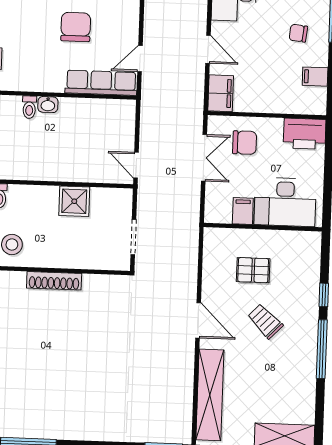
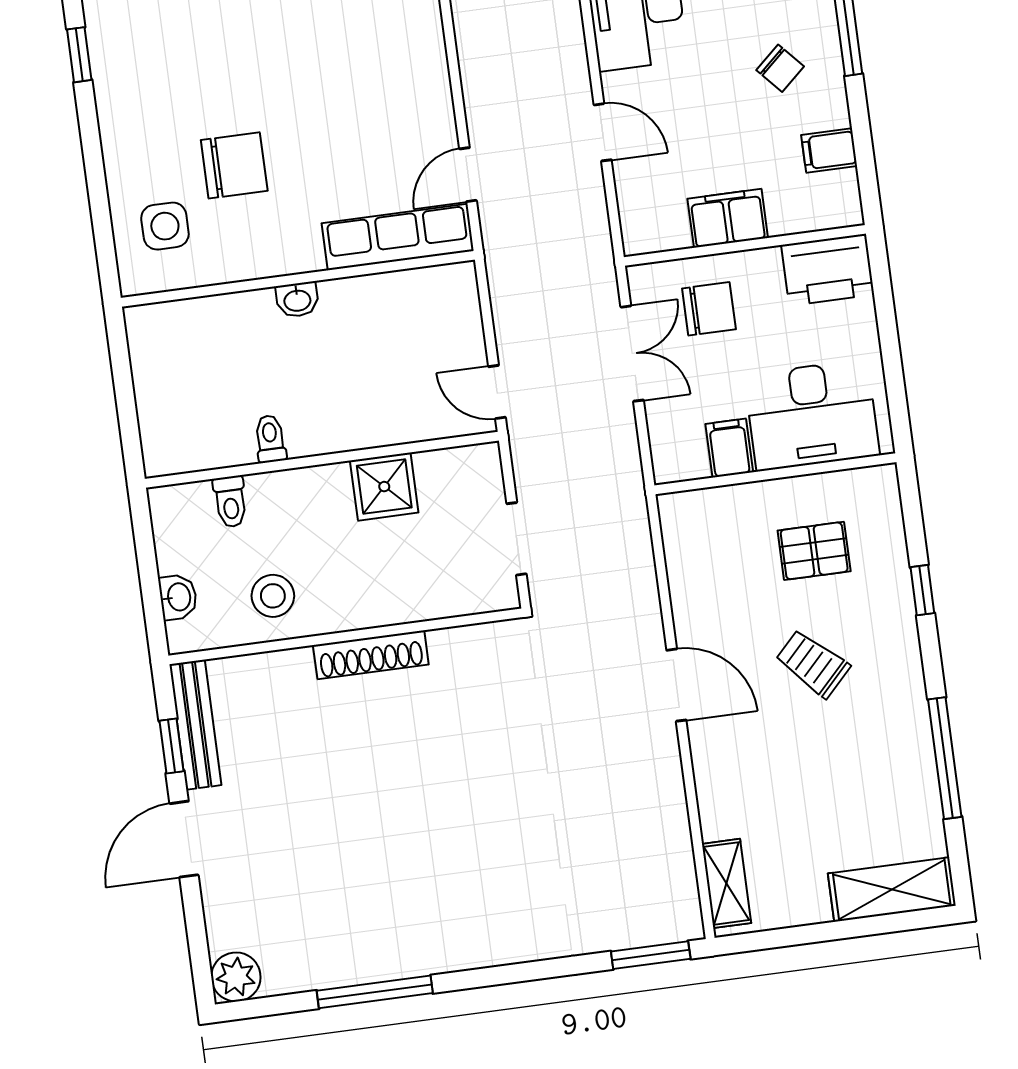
chair: (76, 27) -> (234, 165), moved, turned 90
chair: (298, 33) -> (780, 68), turned -138
filing cabinet: (221, 93) -> (728, 218), moved, turned -90
toilet: (29, 107) -> (270, 439), moved, turned 180
pallet: (253, 270) -> (814, 551), moved
window: (322, 349) -> (945, 758), moved
shelving: (210, 395) -> (727, 883), width x0.45, depth x0.75

